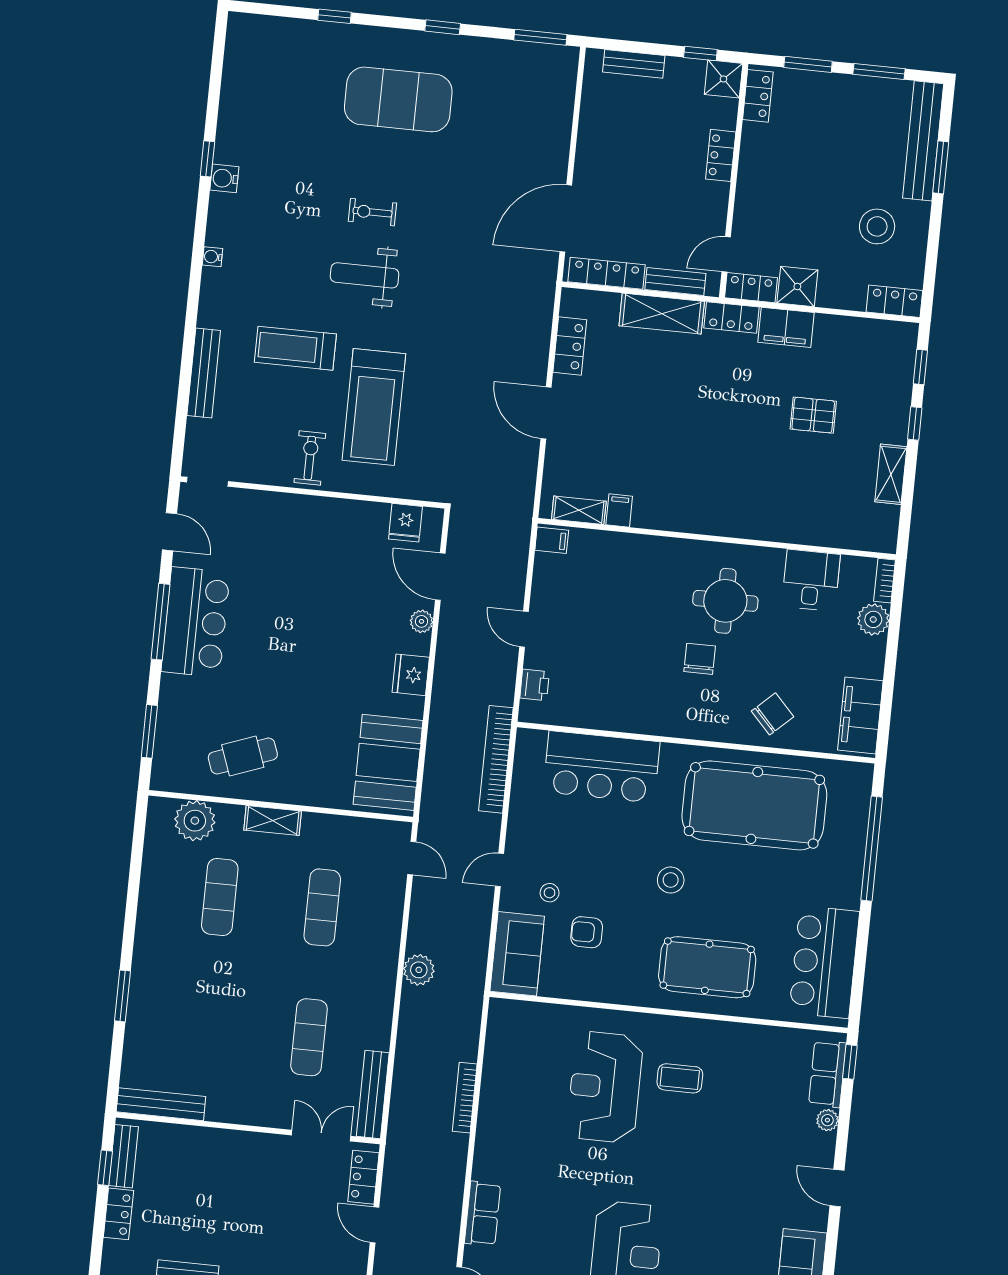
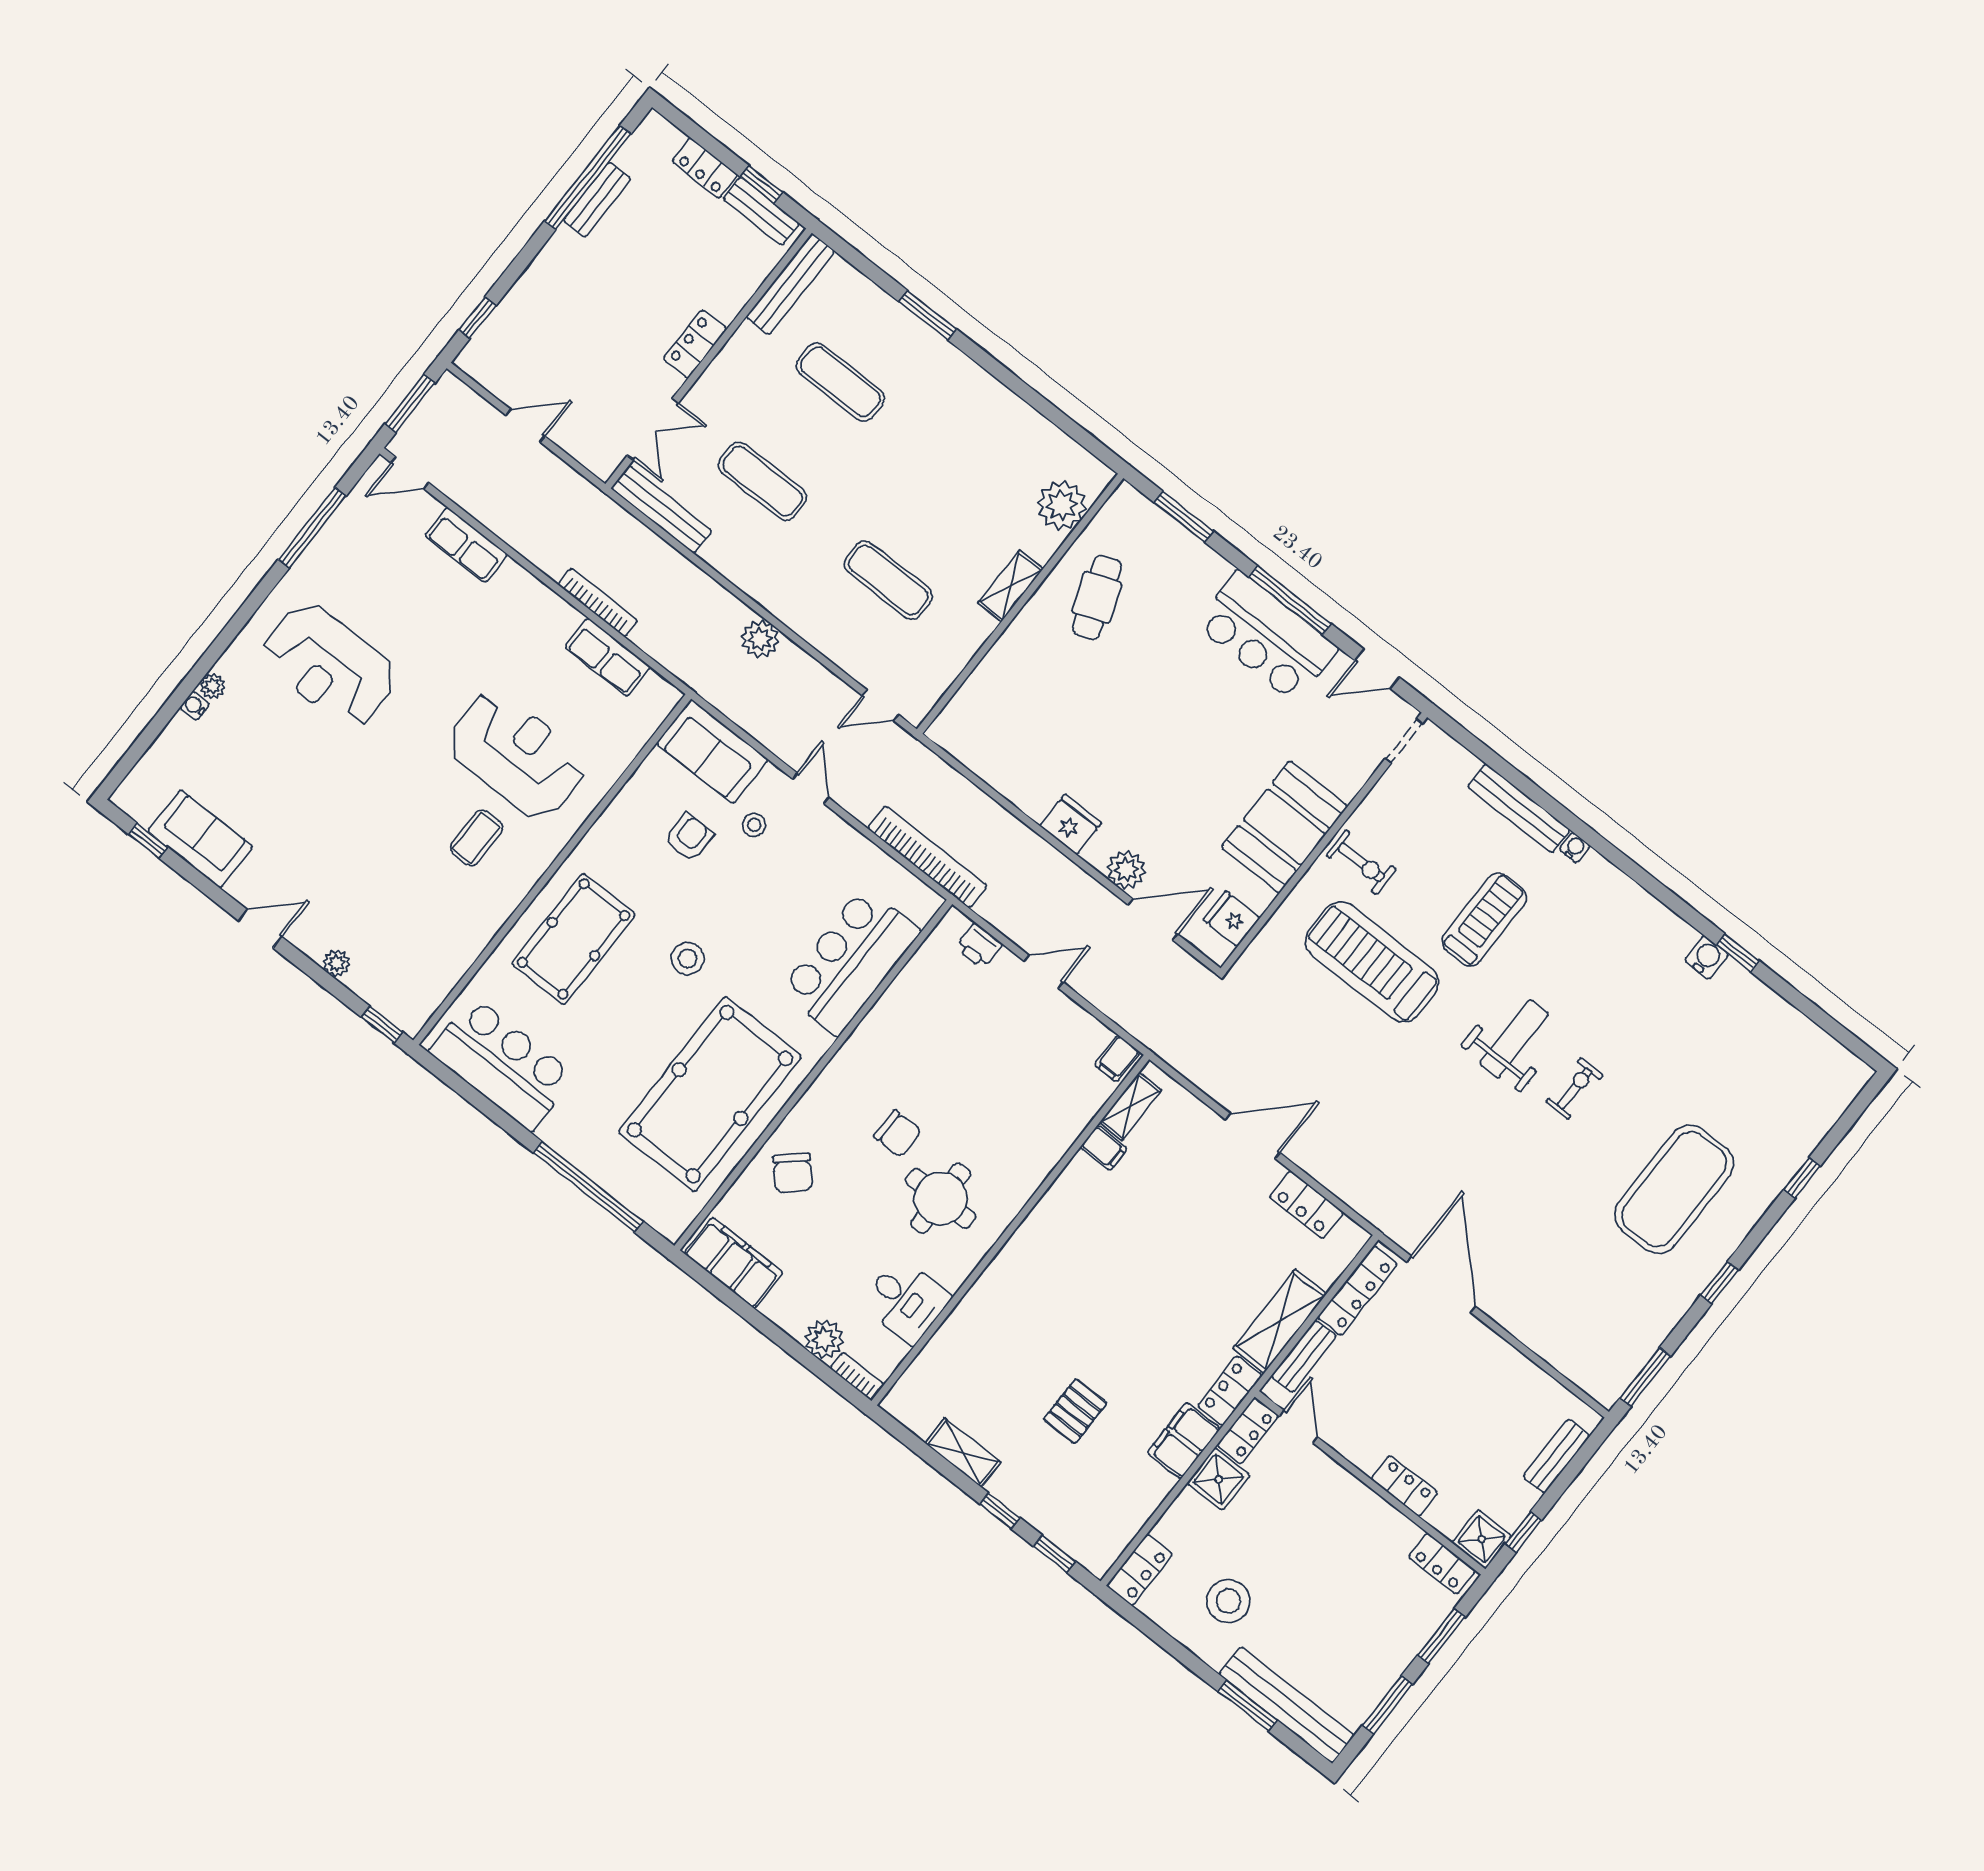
water cooler: (212, 257) -> (1575, 847), moved
plant: (422, 621) -> (1126, 870), width x1.38, depth x1.38
booth: (388, 762) -> (1284, 827), moved, turned 90
exercise mat: (220, 897) -> (840, 382), moved
row of seats: (827, 1074) -> (607, 657), moved, turned 180
locker: (363, 1177) -> (695, 344), moved, turned -90

